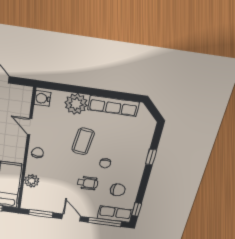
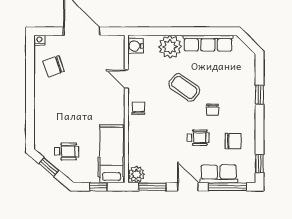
coffee table: (83, 141) -> (184, 87), turned -62
plant: (32, 181) -> (136, 174), moved
row of seats: (115, 214) -> (219, 174), moved

